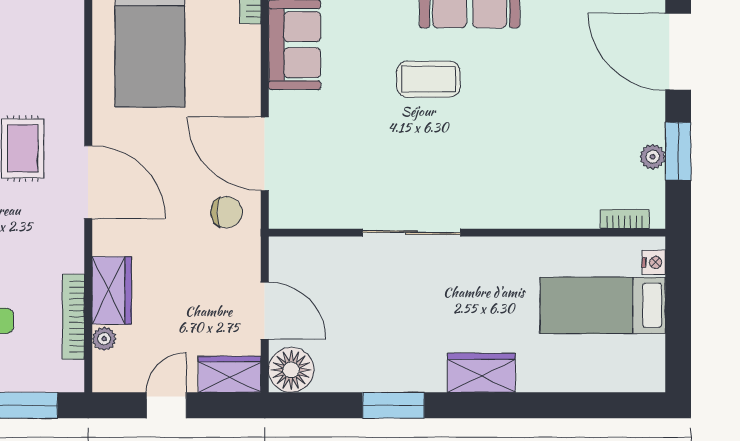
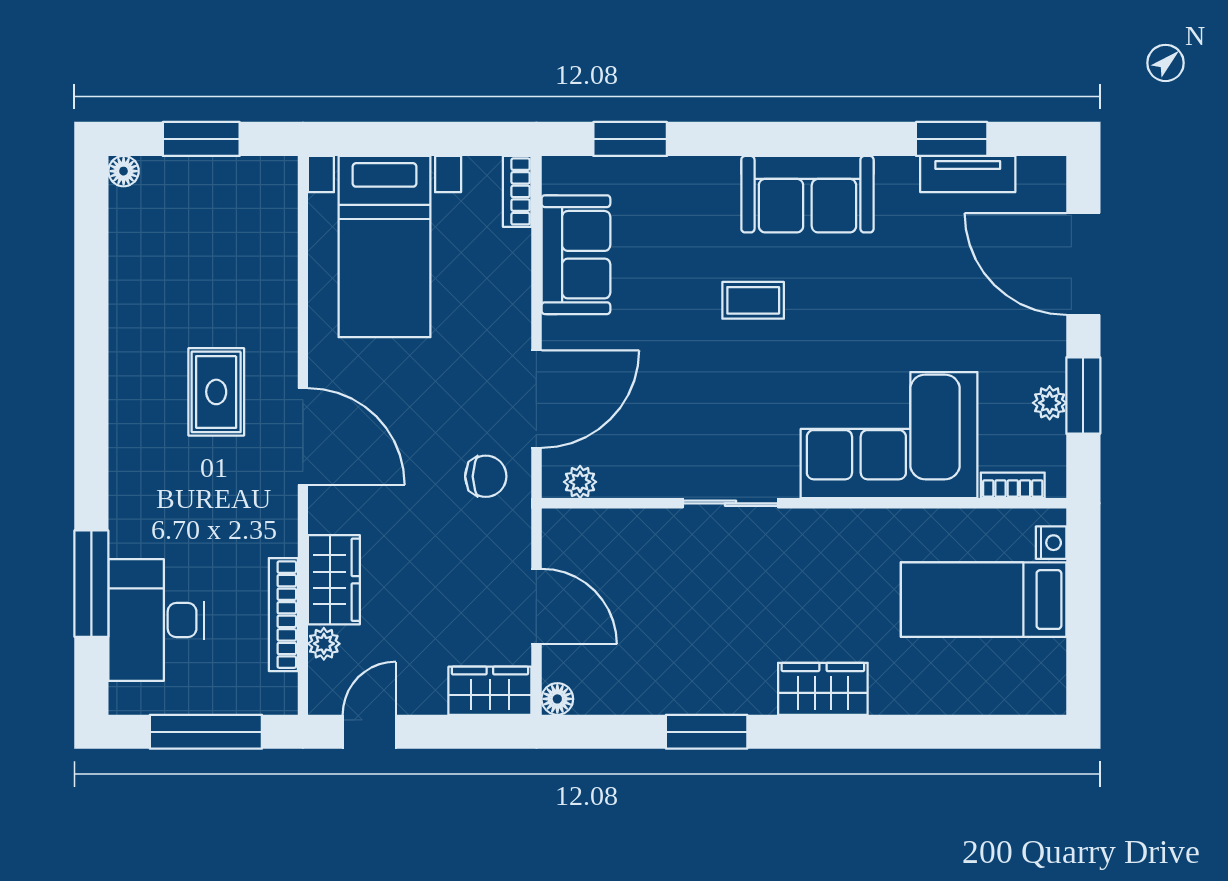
coffee table: (429, 79) -> (753, 300), width x0.73, depth x0.77
door: (265, 154) -> (536, 399), swing flipped
corner sofa: (531, 181) -> (889, 435), added
plant: (298, 216) -> (580, 482), added
sliding door: (411, 233) -> (731, 503), width x0.73
floor lamp: (291, 370) -> (557, 699), width x0.53, depth x0.53
door: (166, 405) -> (369, 732), moved

